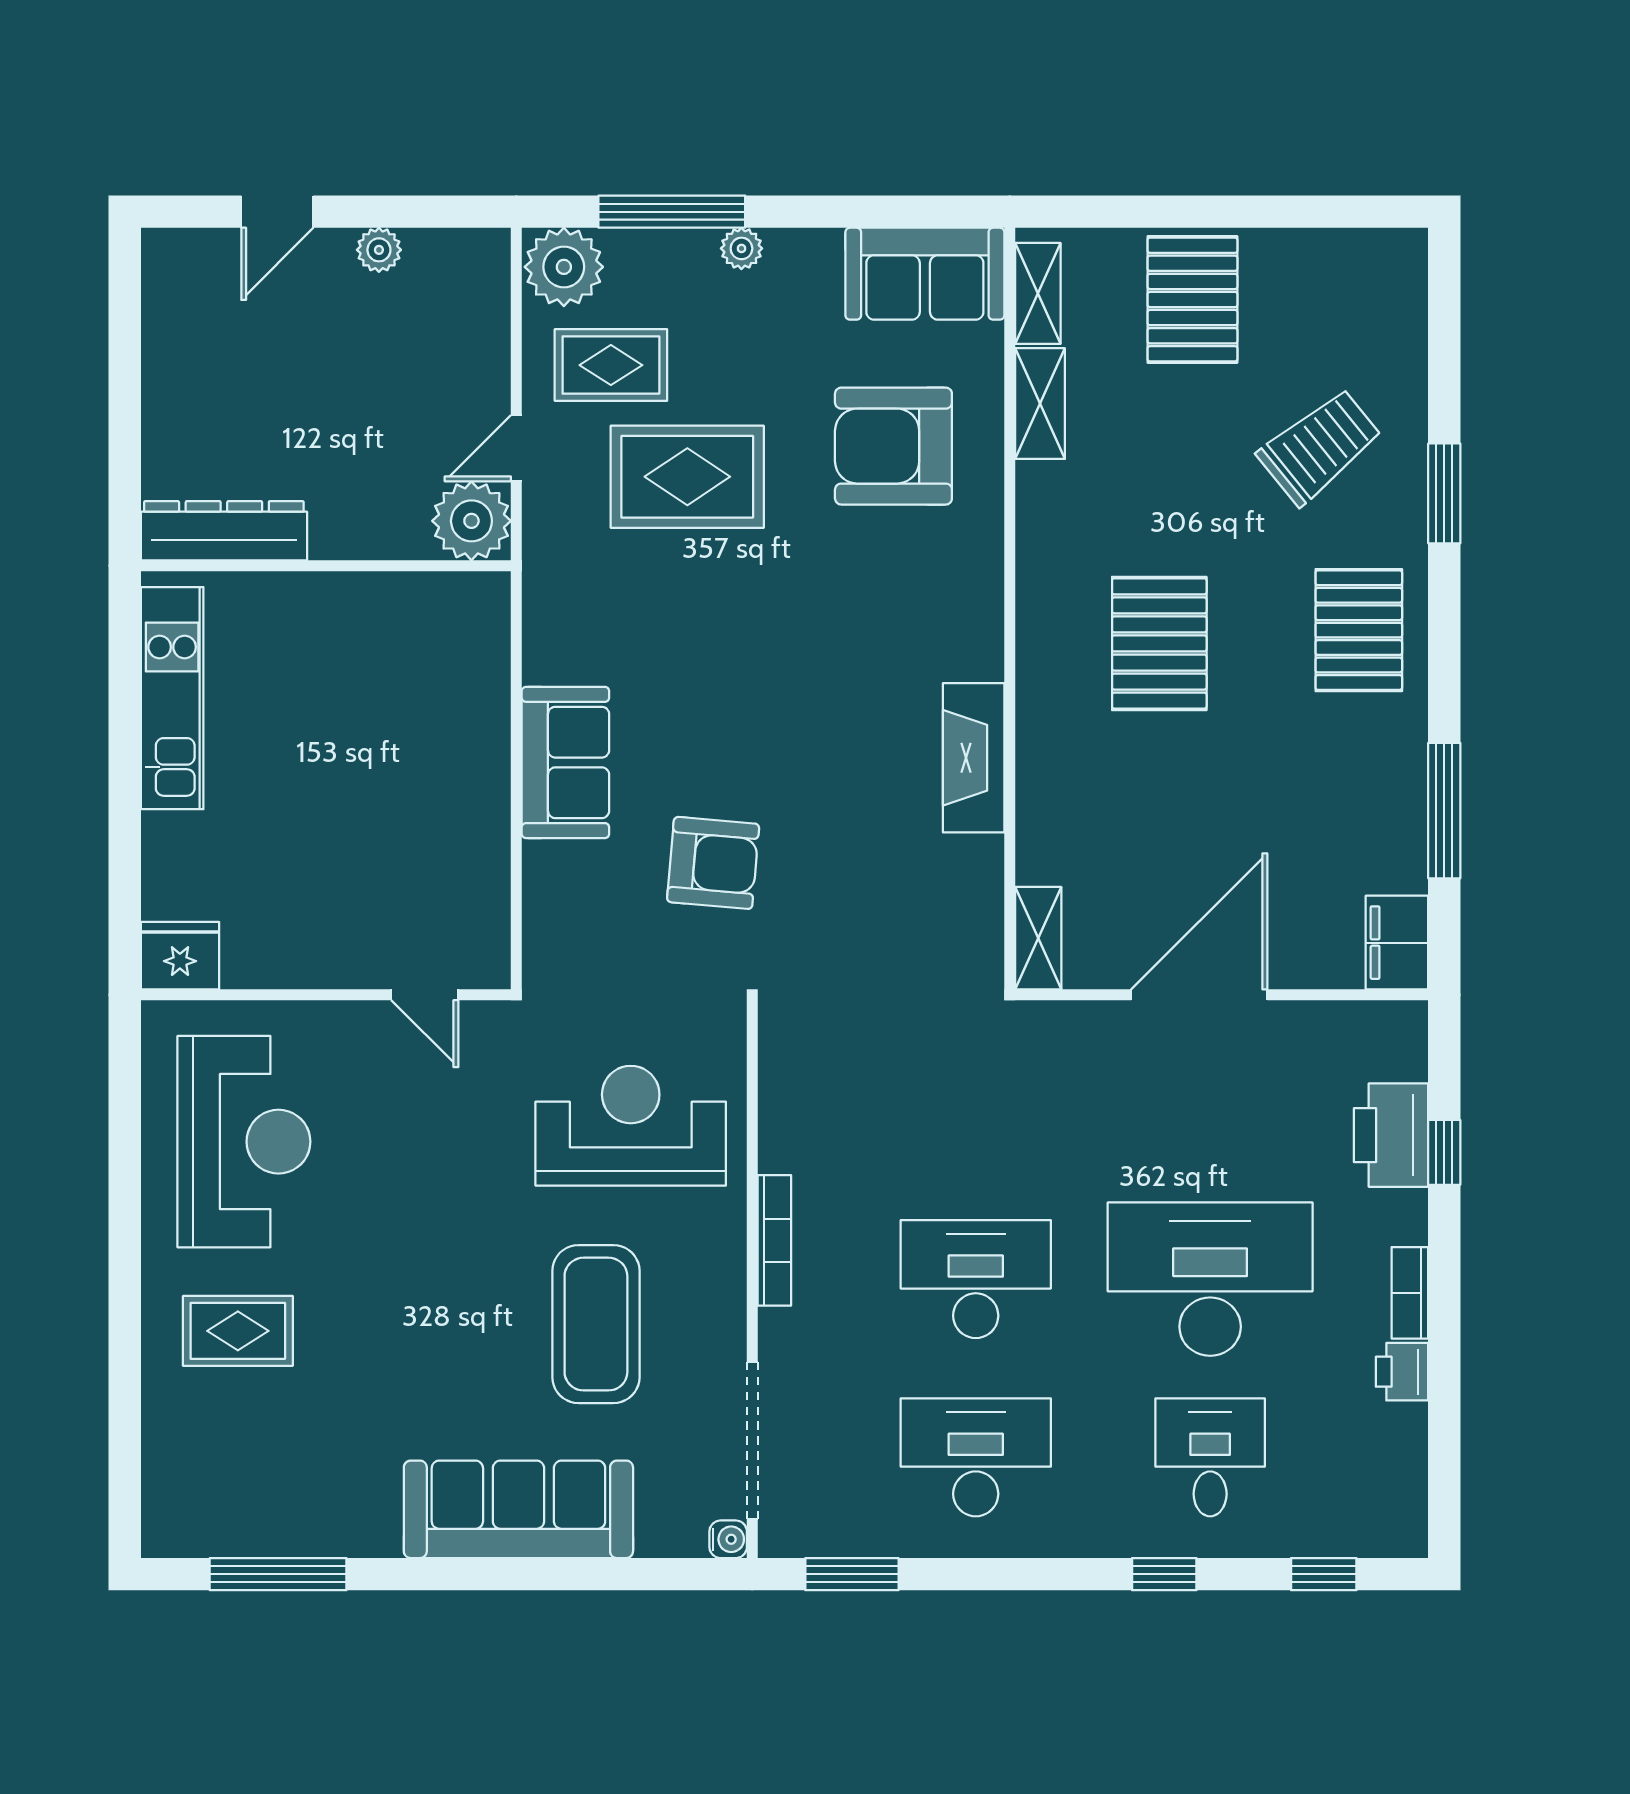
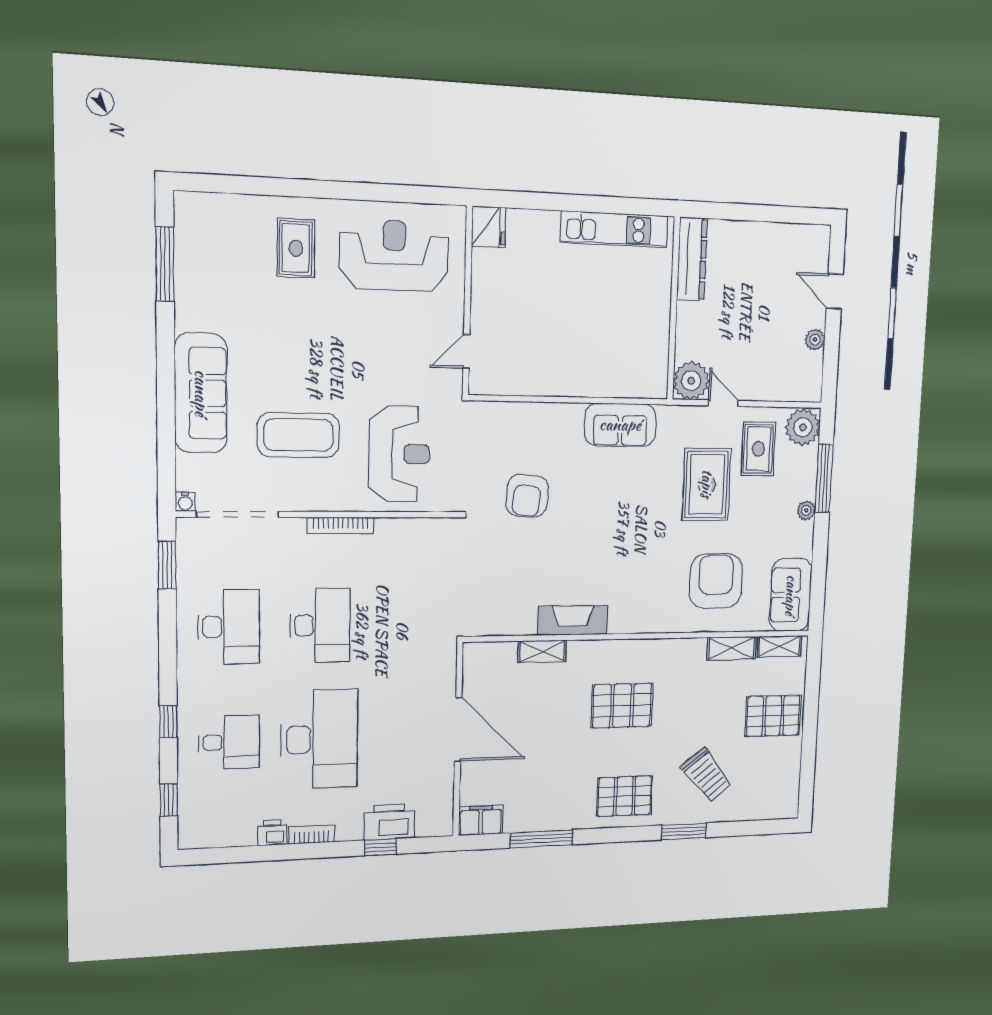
sofa: (565, 762) -> (620, 425), moved
shelving: (1038, 938) -> (542, 651), moved
reception desk: (244, 1142) -> (394, 256), turned 180

